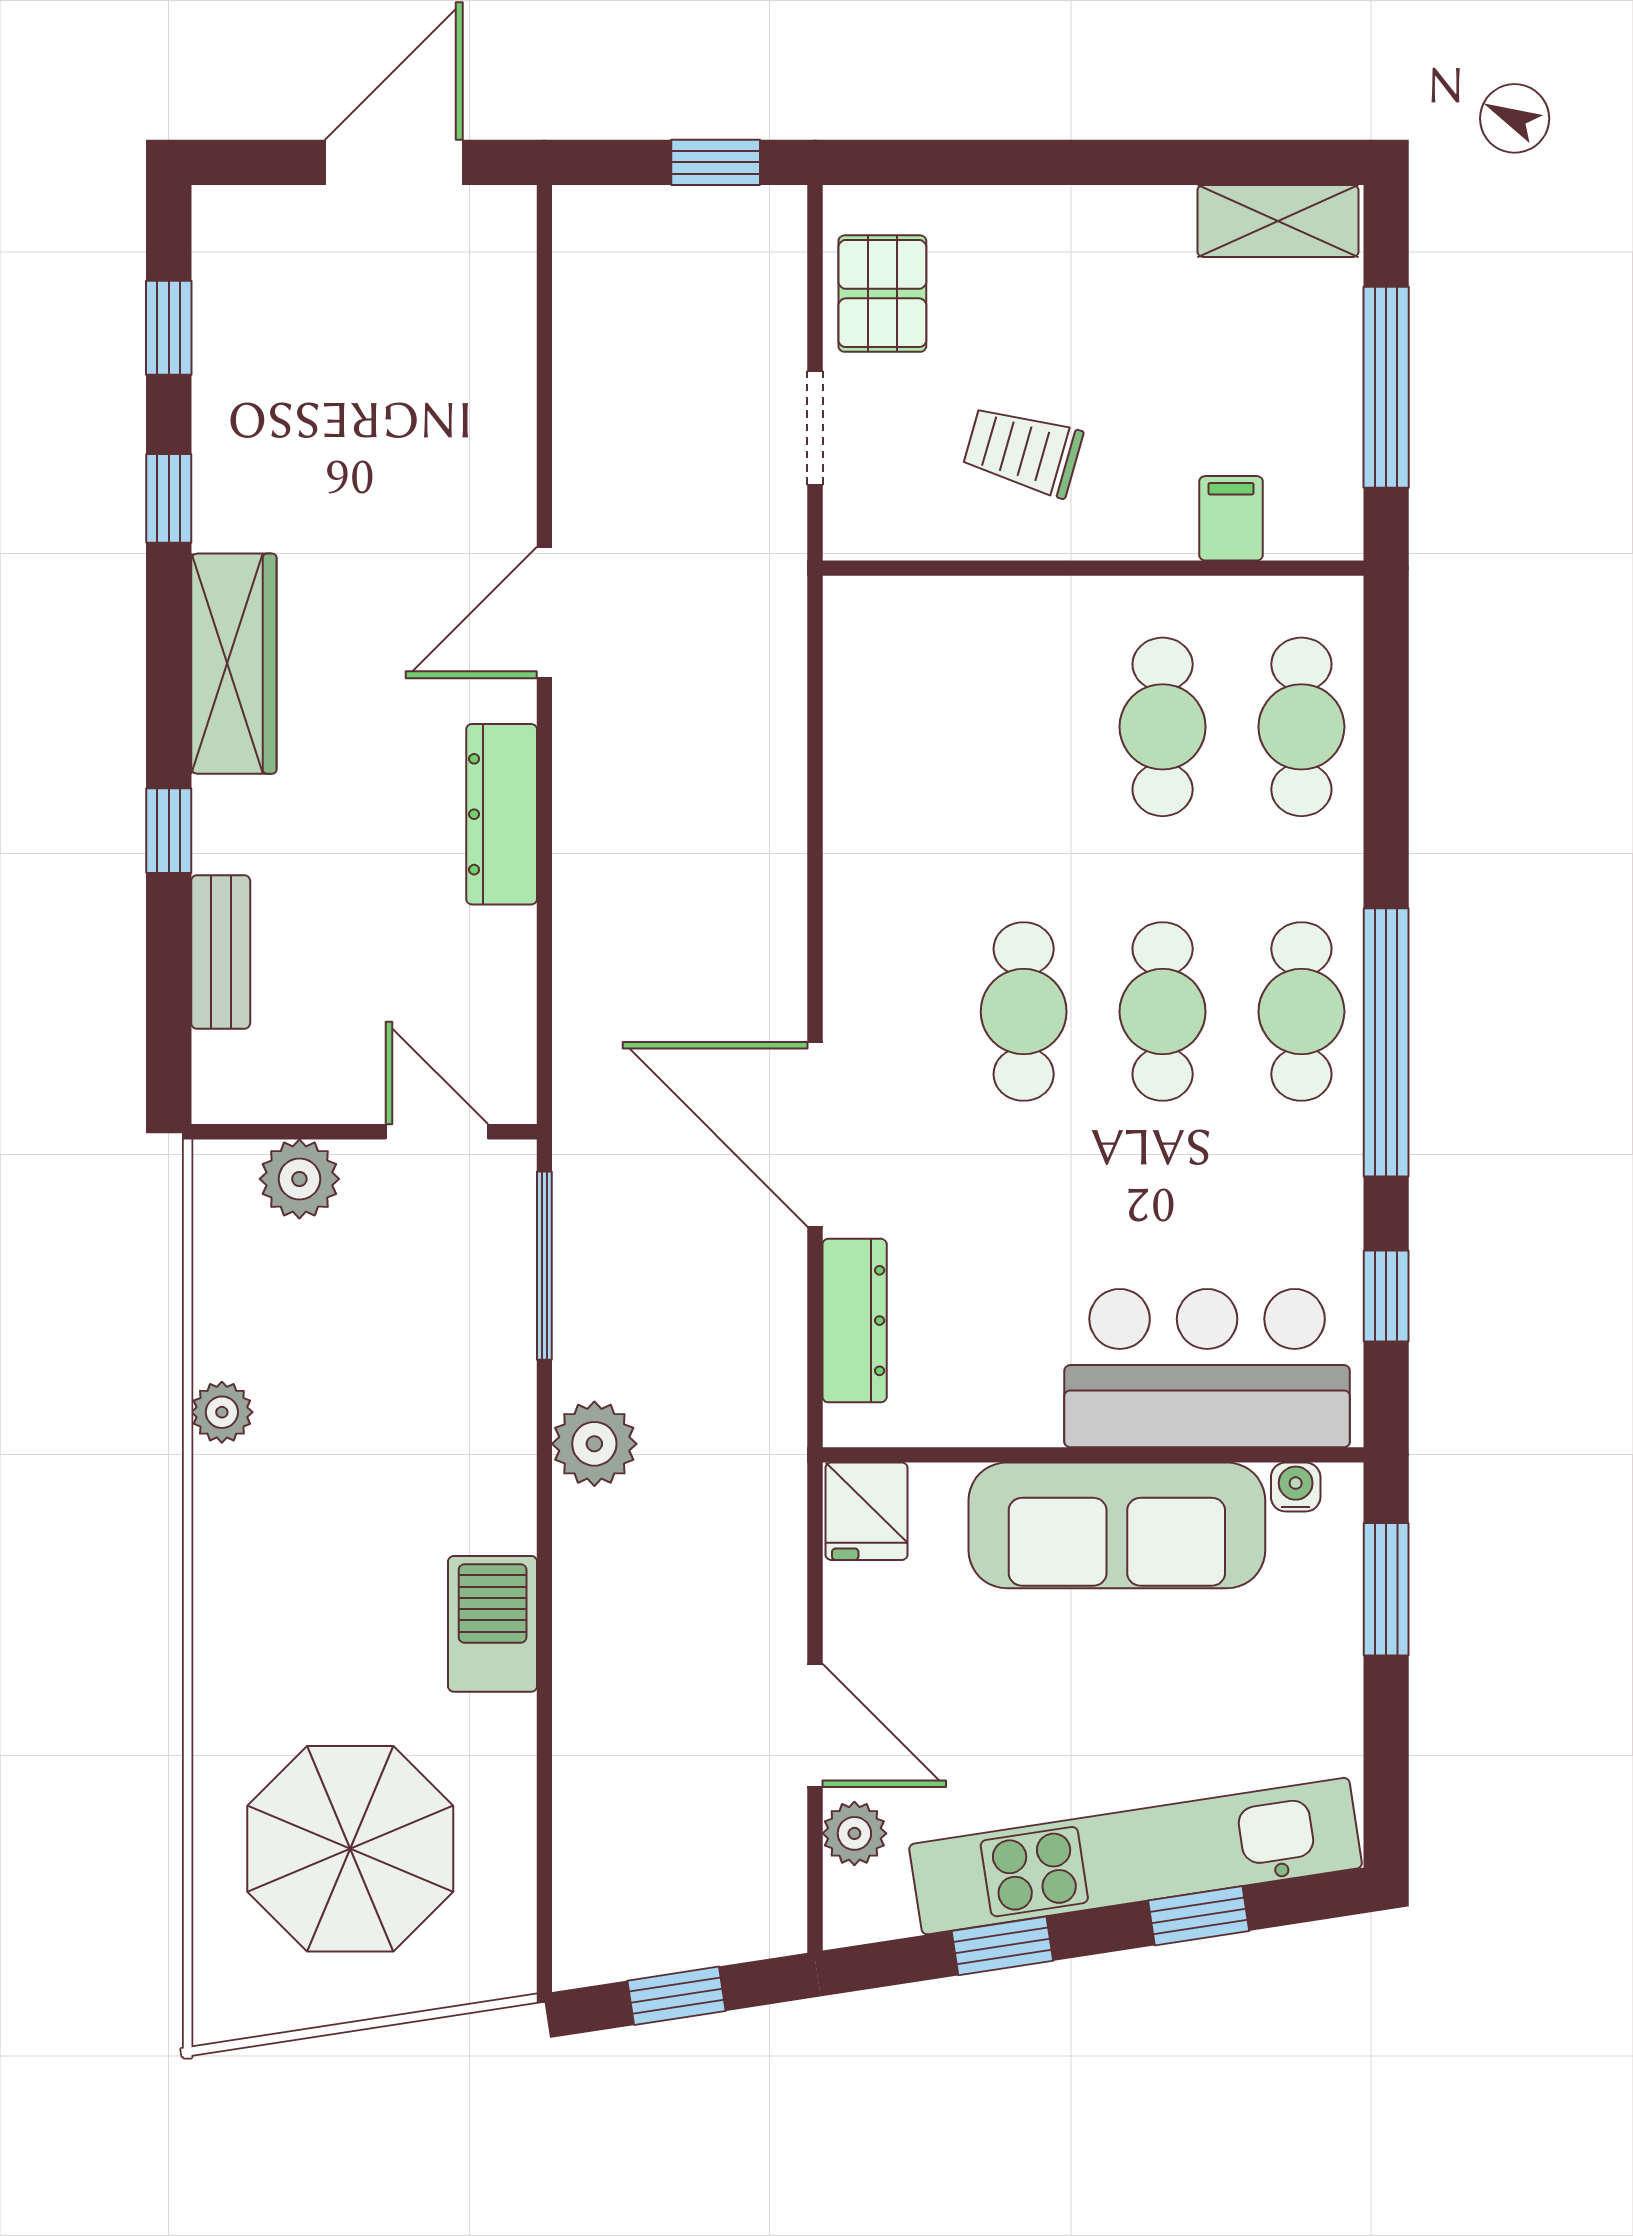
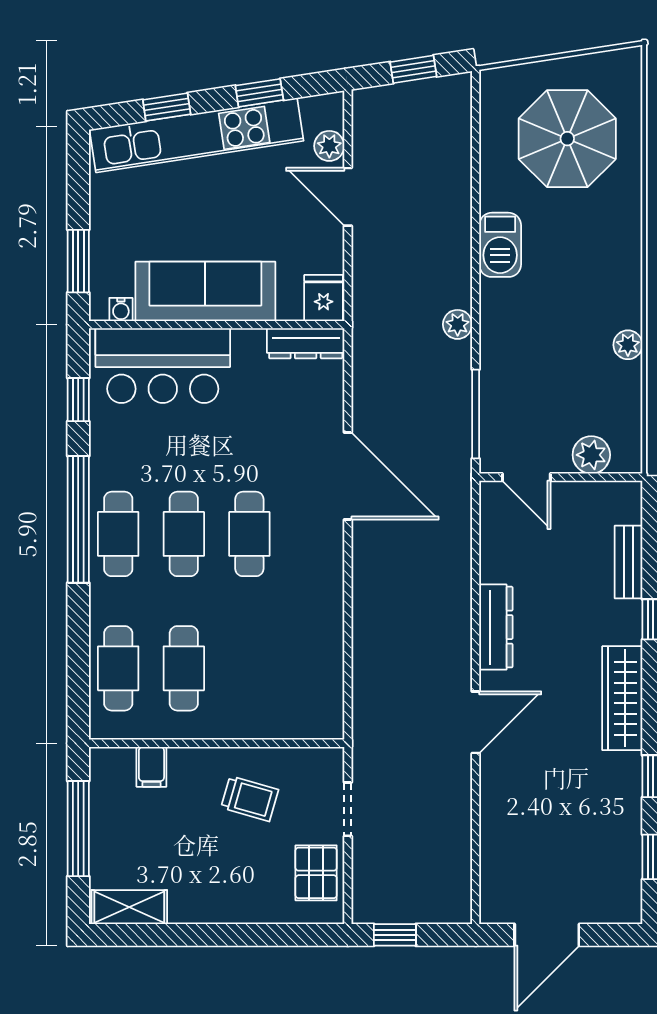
dresser: (855, 1321) -> (306, 343), moved, turned -90
plant: (594, 1444) -> (458, 324), width x0.73, depth x0.73

